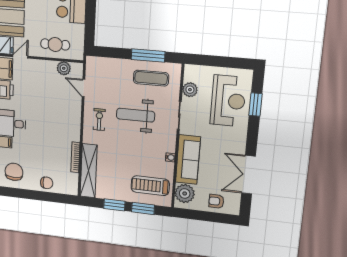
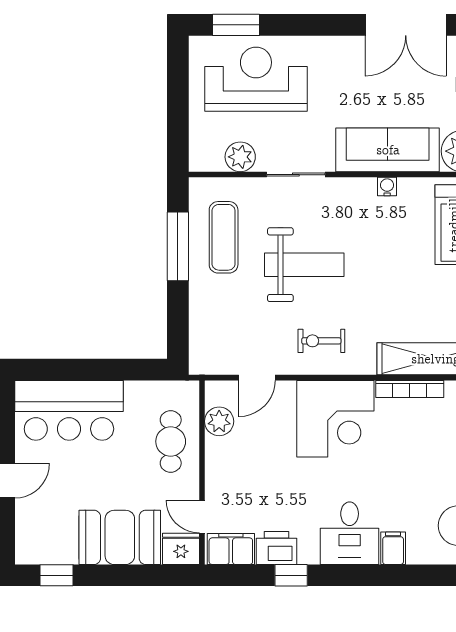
window: (255, 105) -> (236, 25), moved
weight bench: (136, 115) -> (304, 265), turned -90
corner desk: (63, 122) -> (335, 419), added

